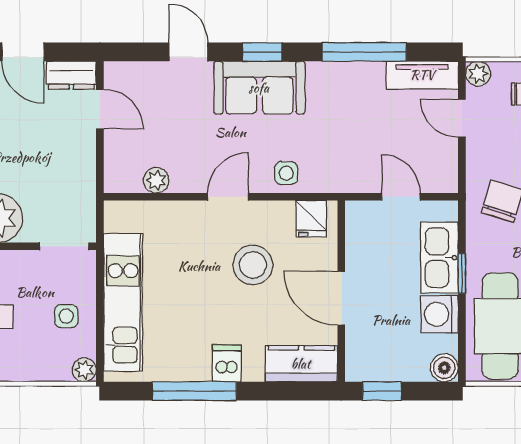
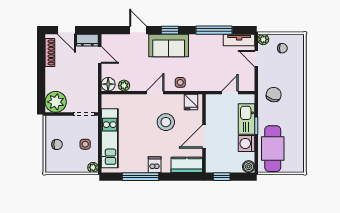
floor lamp: (120, 177) -> (108, 84), added
door: (401, 197) -> (230, 93), hinge flipped
door: (341, 298) -> (204, 136), hinge flipped

